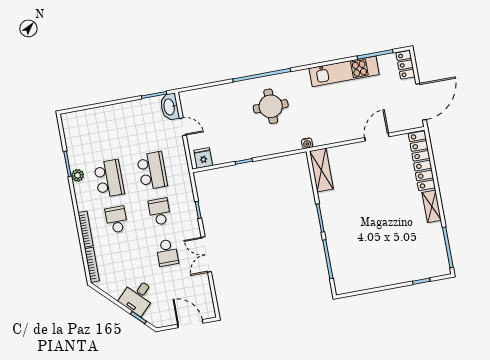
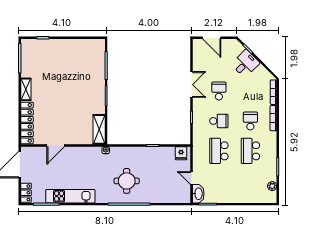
plant: (78, 175) -> (272, 186), moved
school desk: (160, 212) -> (219, 121), turned -90
school desk: (116, 220) -> (250, 121), turned 180

